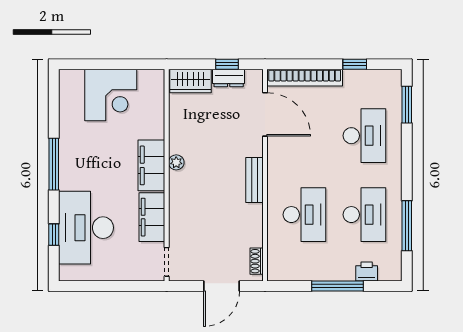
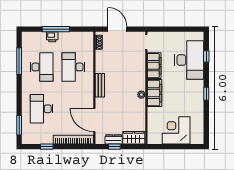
window: (54, 164) -> (206, 94), width x0.46
desk: (364, 215) -> (42, 67), turned 180
printer: (367, 271) -> (52, 37), moved
door: (222, 286) -> (117, 29), hinge flipped

